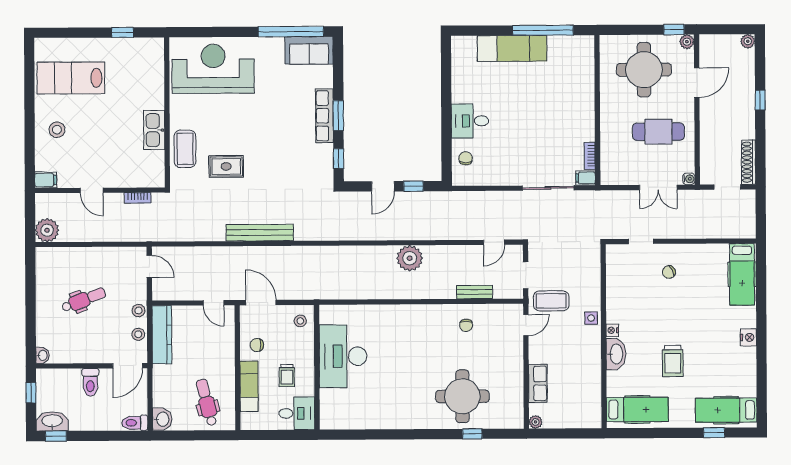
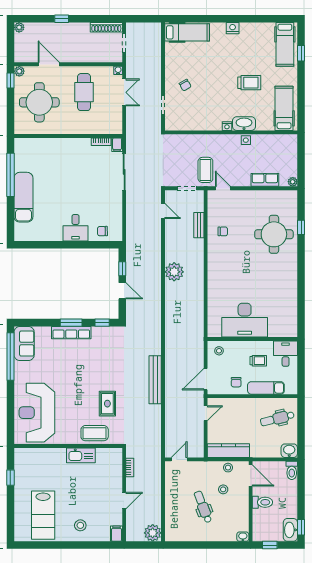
stool: (138, 311) -> (223, 489), moved
side table: (591, 318) -> (246, 140), moved

